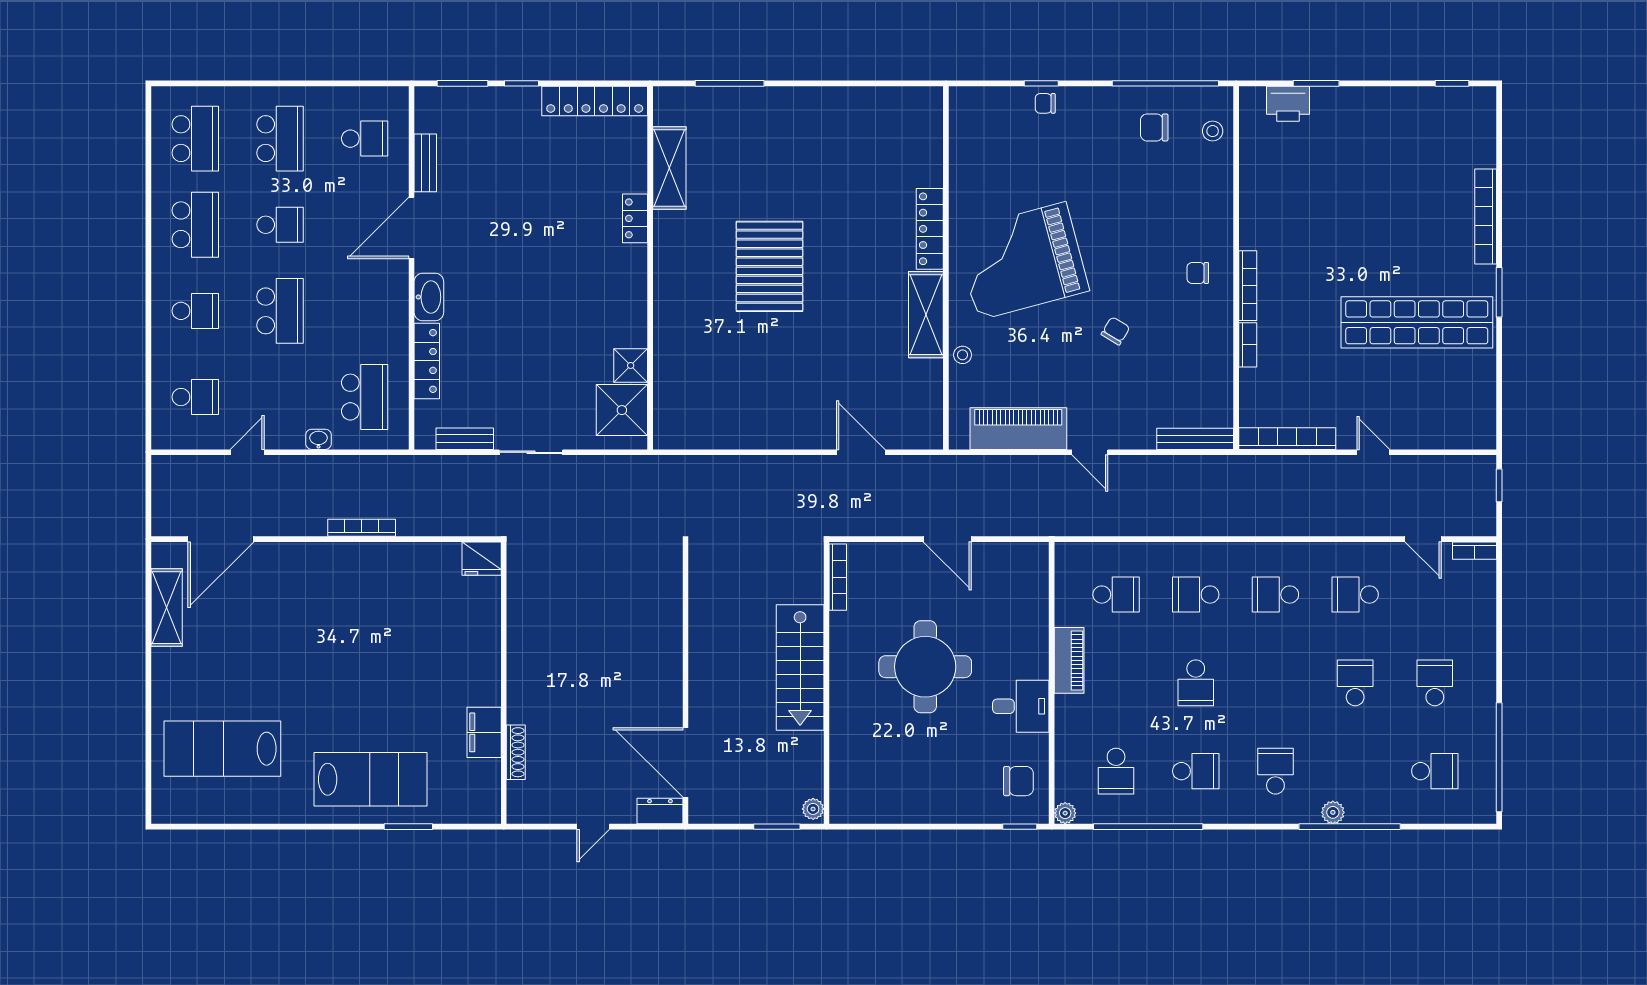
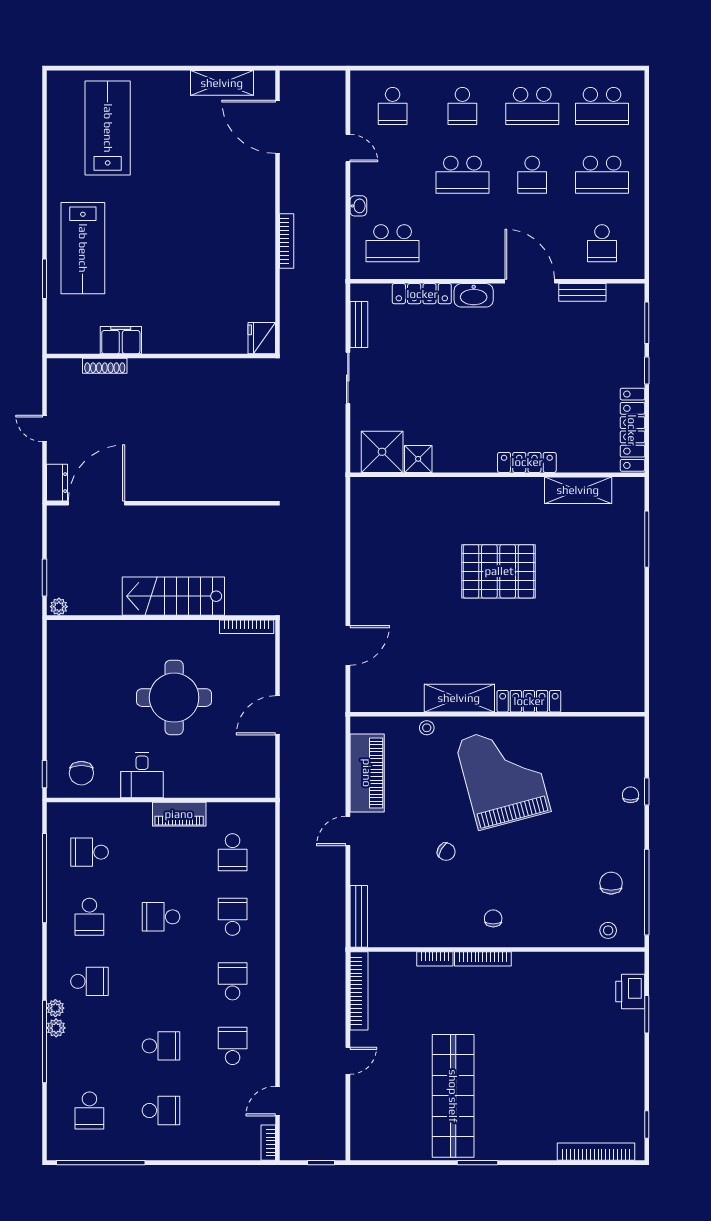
bookcase: (1486, 216) -> (596, 1152), moved
locker: (635, 218) -> (527, 462), width x1.53
plant: (1065, 813) -> (55, 1008), moved

